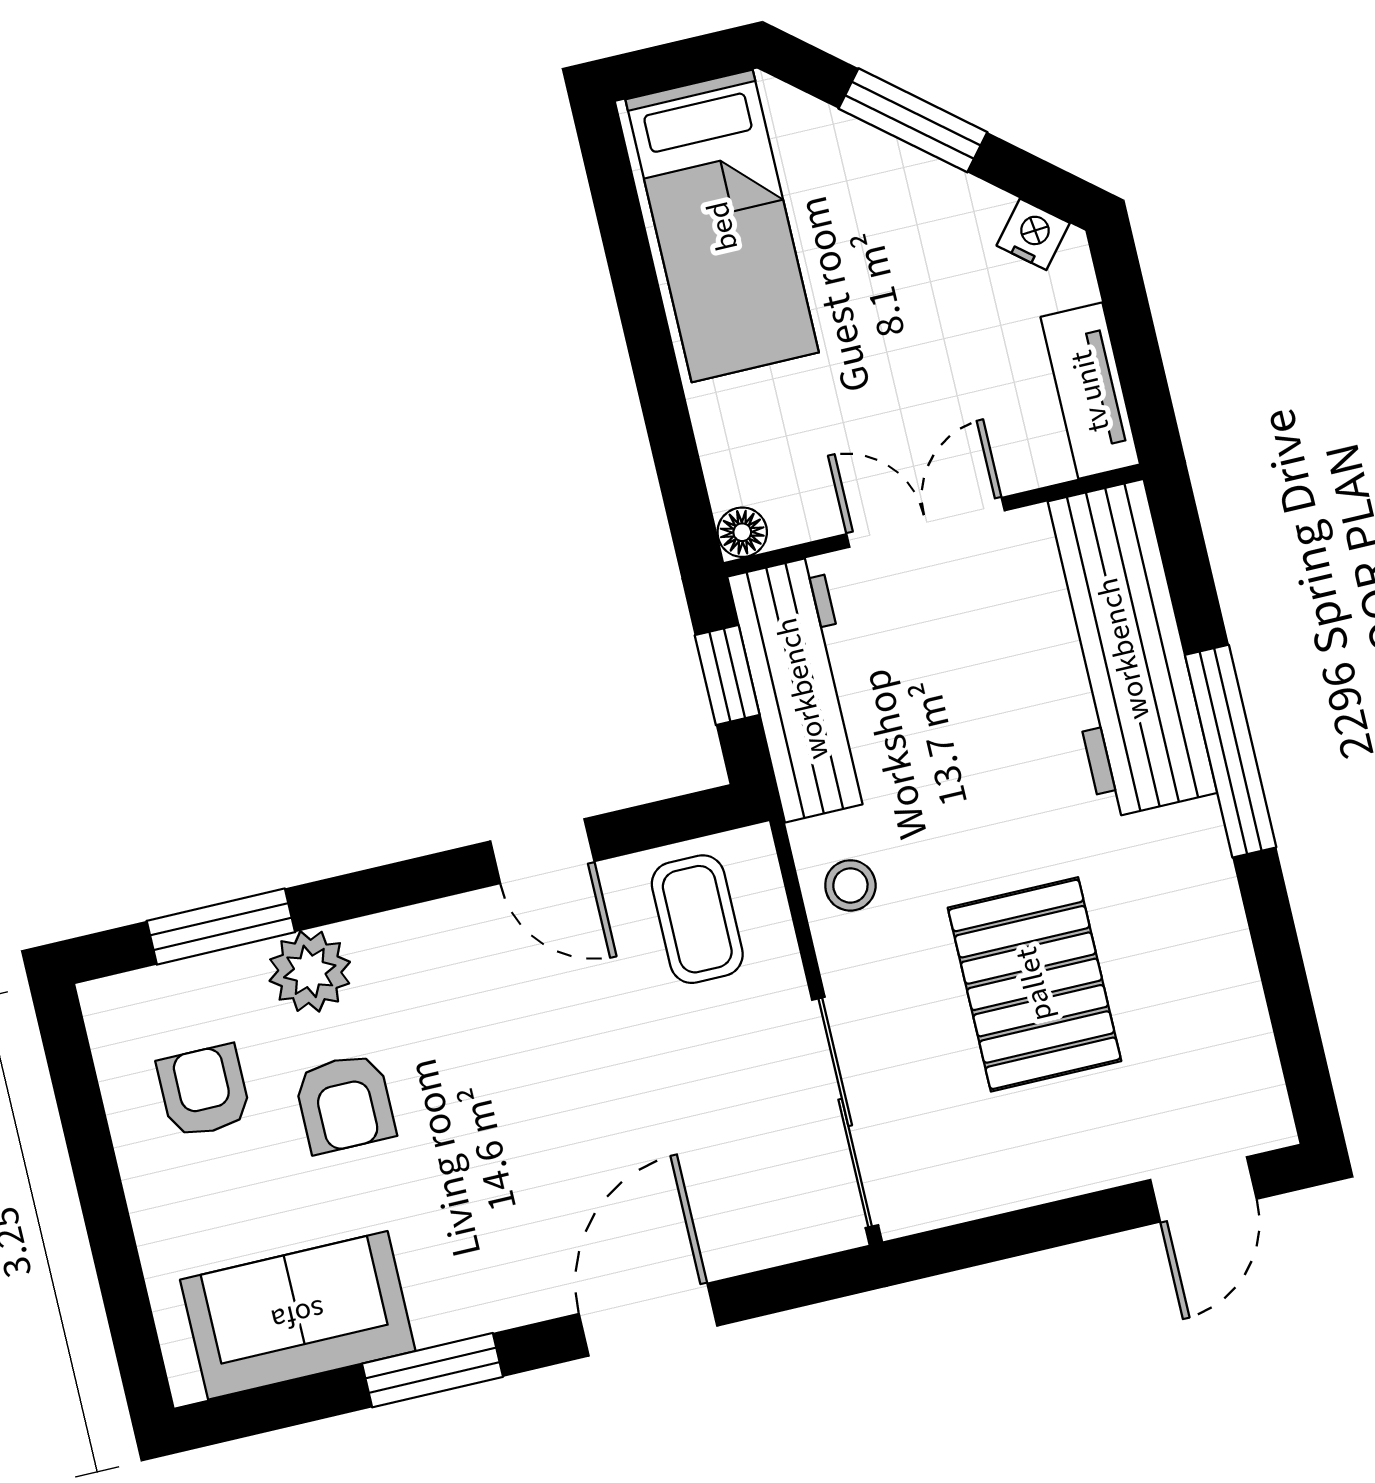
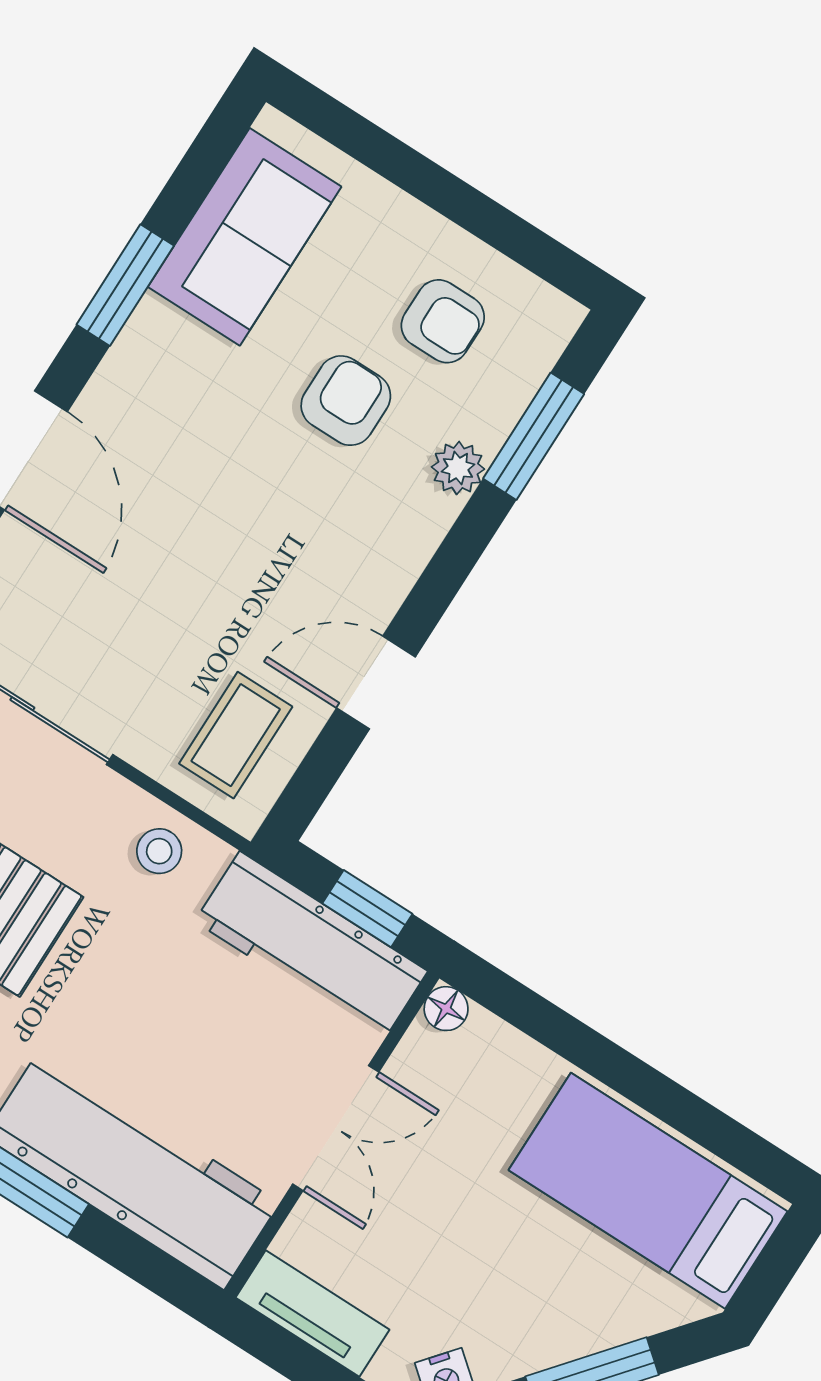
coffee table: (697, 919) -> (236, 735), turned 90
plant: (310, 971) -> (458, 468), width x0.73, depth x0.73
armchair: (345, 1103) -> (346, 401), turned 90

